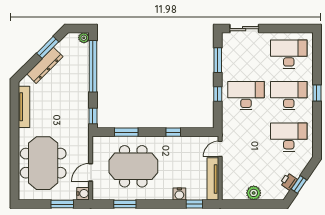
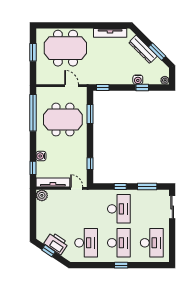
window: (93, 66) -> (142, 88), width x0.32
window: (173, 132) -> (90, 164), moved
meeting table: (133, 166) -> (63, 120), turned 90
door: (91, 172) -> (72, 86), moved
printer: (289, 182) -> (56, 243), width x1.87, depth x1.48
water cooler: (83, 193) -> (138, 80), moved
plant: (254, 193) -> (42, 195), moved
window: (62, 204) -> (33, 52), moved
window: (125, 204) -> (33, 113), width x2.11

